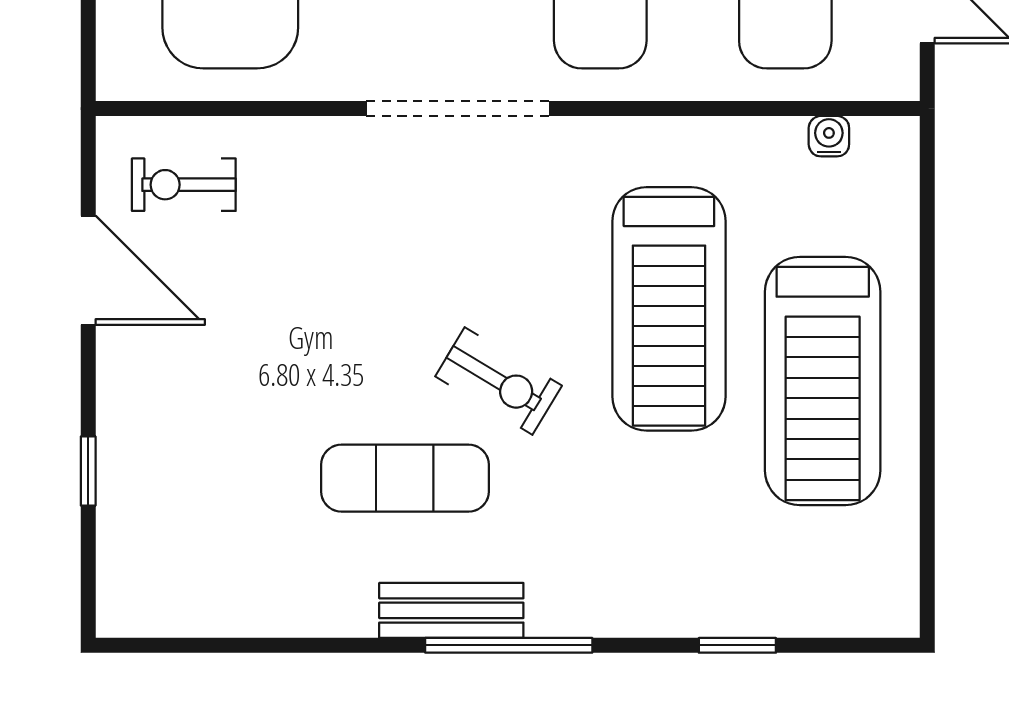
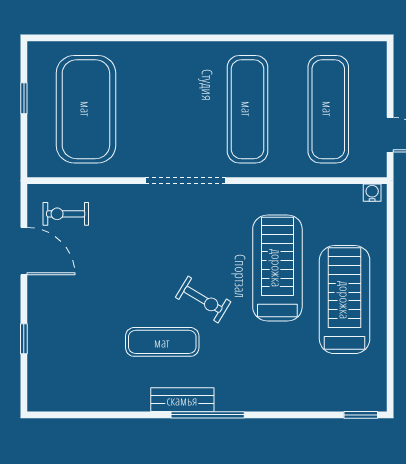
water cooler: (829, 136) -> (372, 193), moved
treadmill: (669, 309) -> (277, 268), turned 180
treadmill: (823, 381) -> (345, 300), turned 180
window: (737, 645) -> (361, 415), moved

